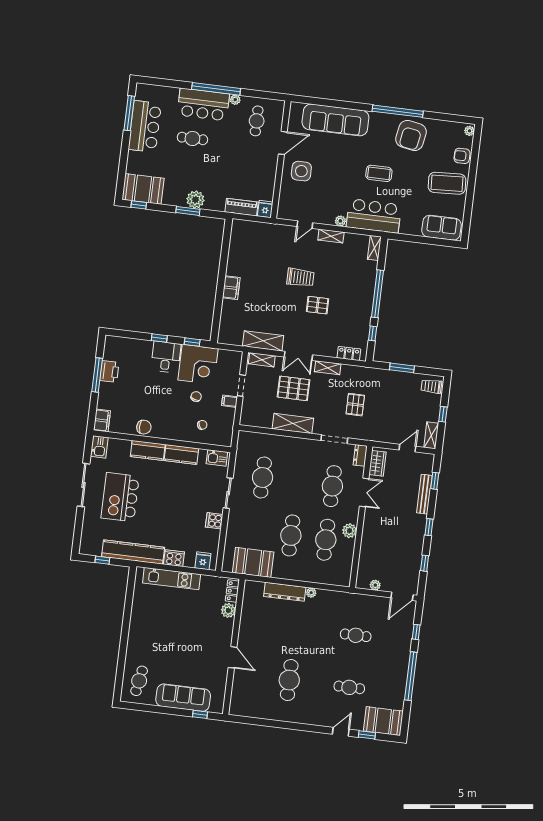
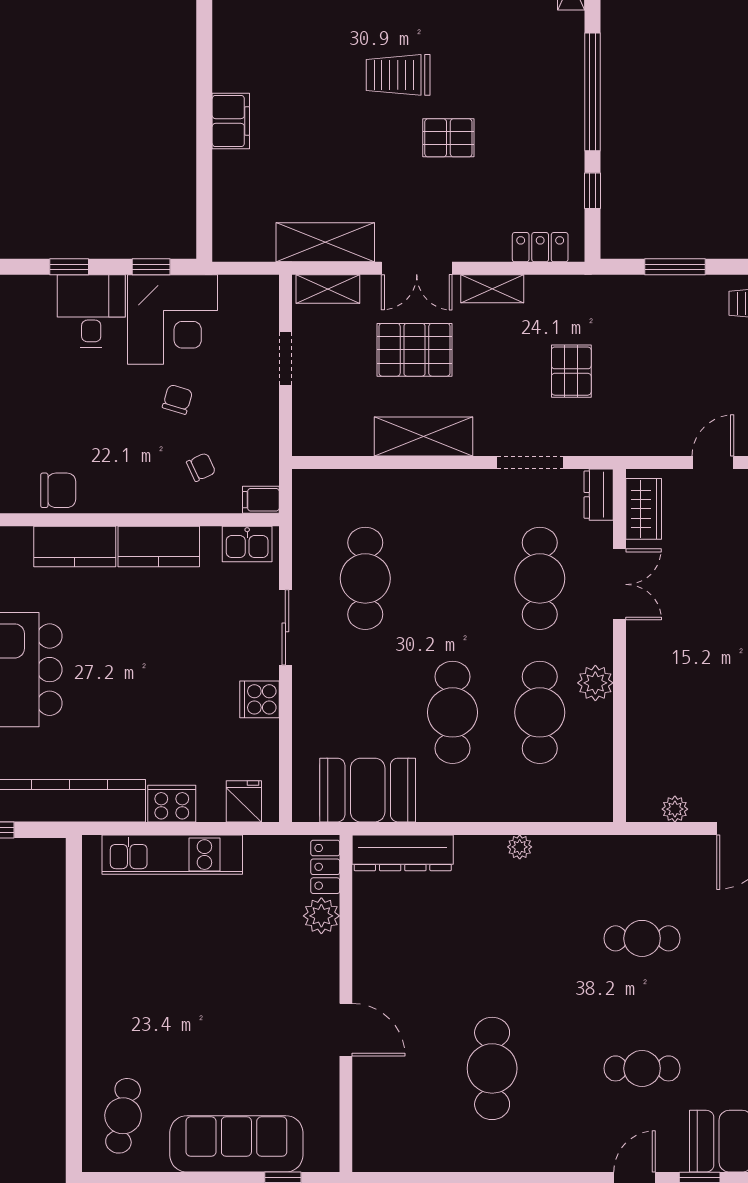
trolley: (300, 277) -> (398, 75), turned 180
filing cabinet: (229, 401) -> (261, 500), moved
dresser: (285, 592) -> (403, 853), moved

